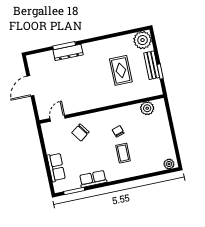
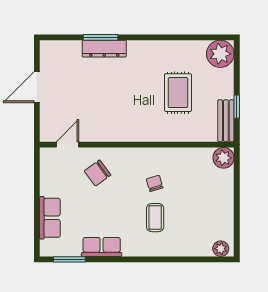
bench: (152, 65) -> (226, 121), moved
plant: (147, 108) -> (223, 158), moved

